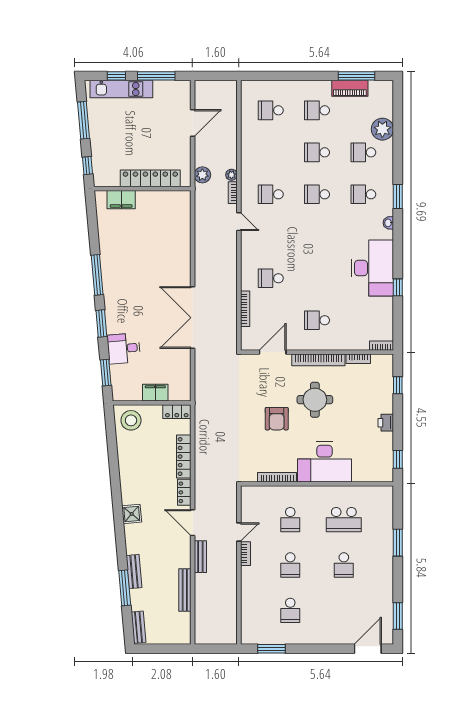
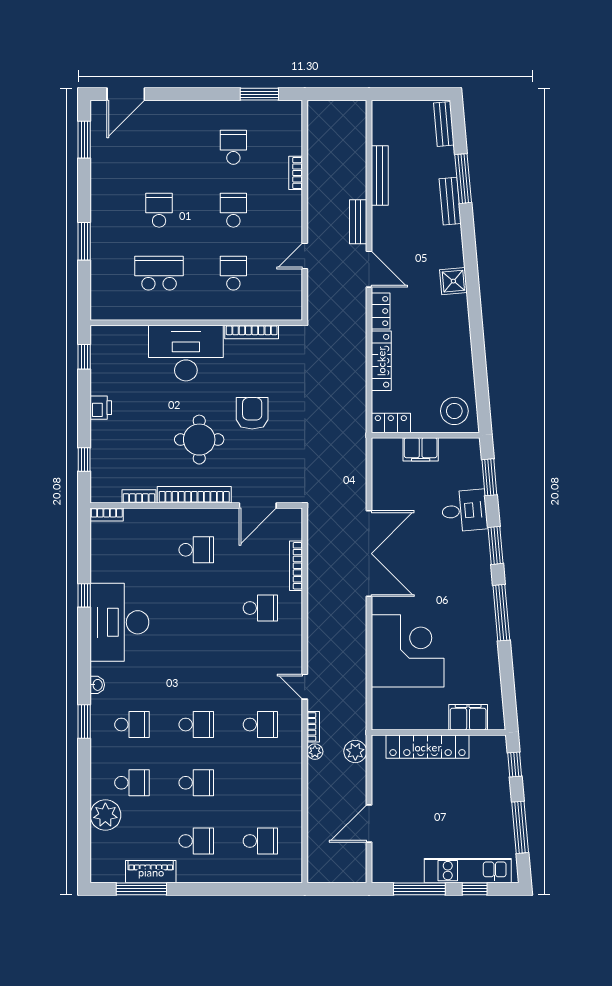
corner desk: (165, 247) -> (408, 651), added
bookcase: (245, 554) -> (296, 173), moved

